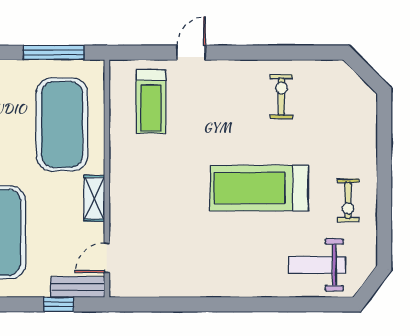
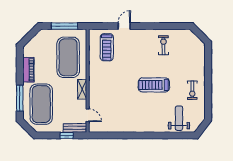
treadmill: (259, 188) -> (154, 85), width x0.73, depth x0.73
door: (107, 258) -> (88, 115), swing flipped
weight bench: (317, 265) -> (179, 118), turned 90

